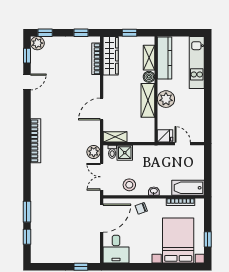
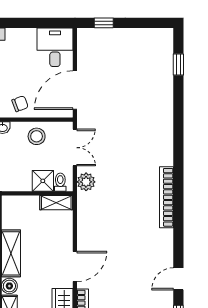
door: (102, 109) -> (75, 266), moved
window: (27, 212) -> (178, 99), removed

